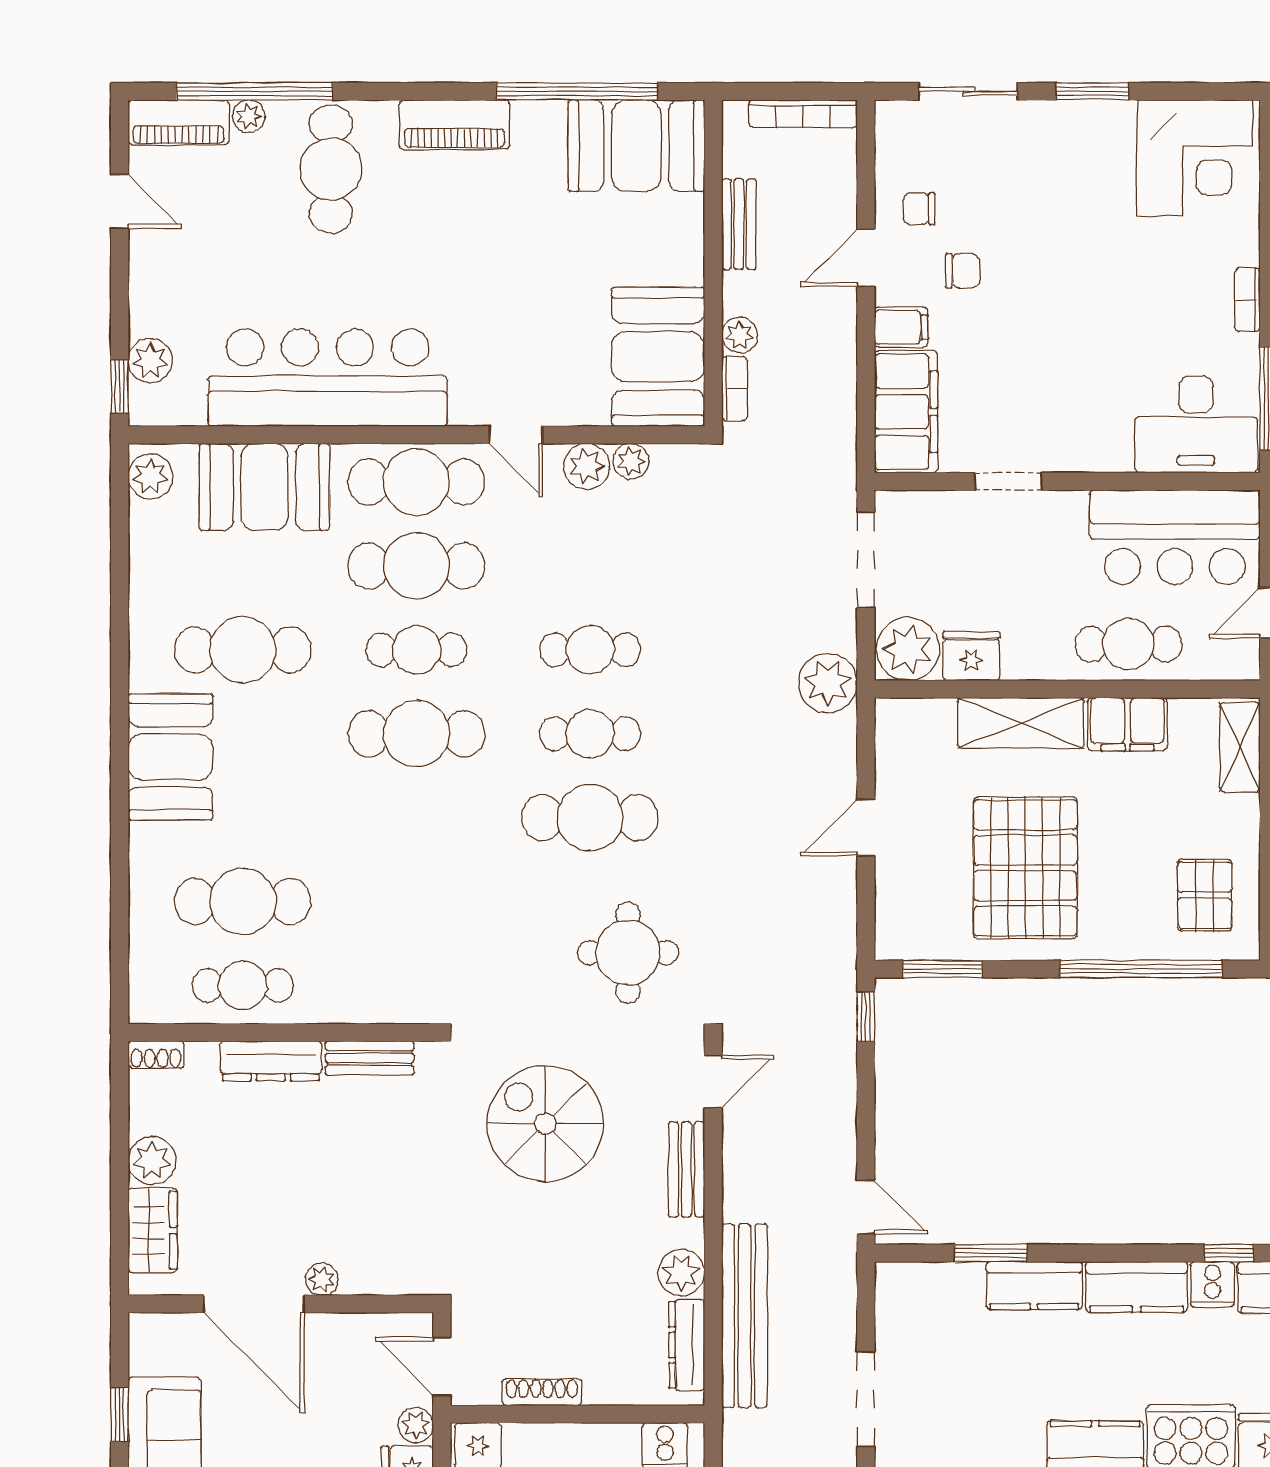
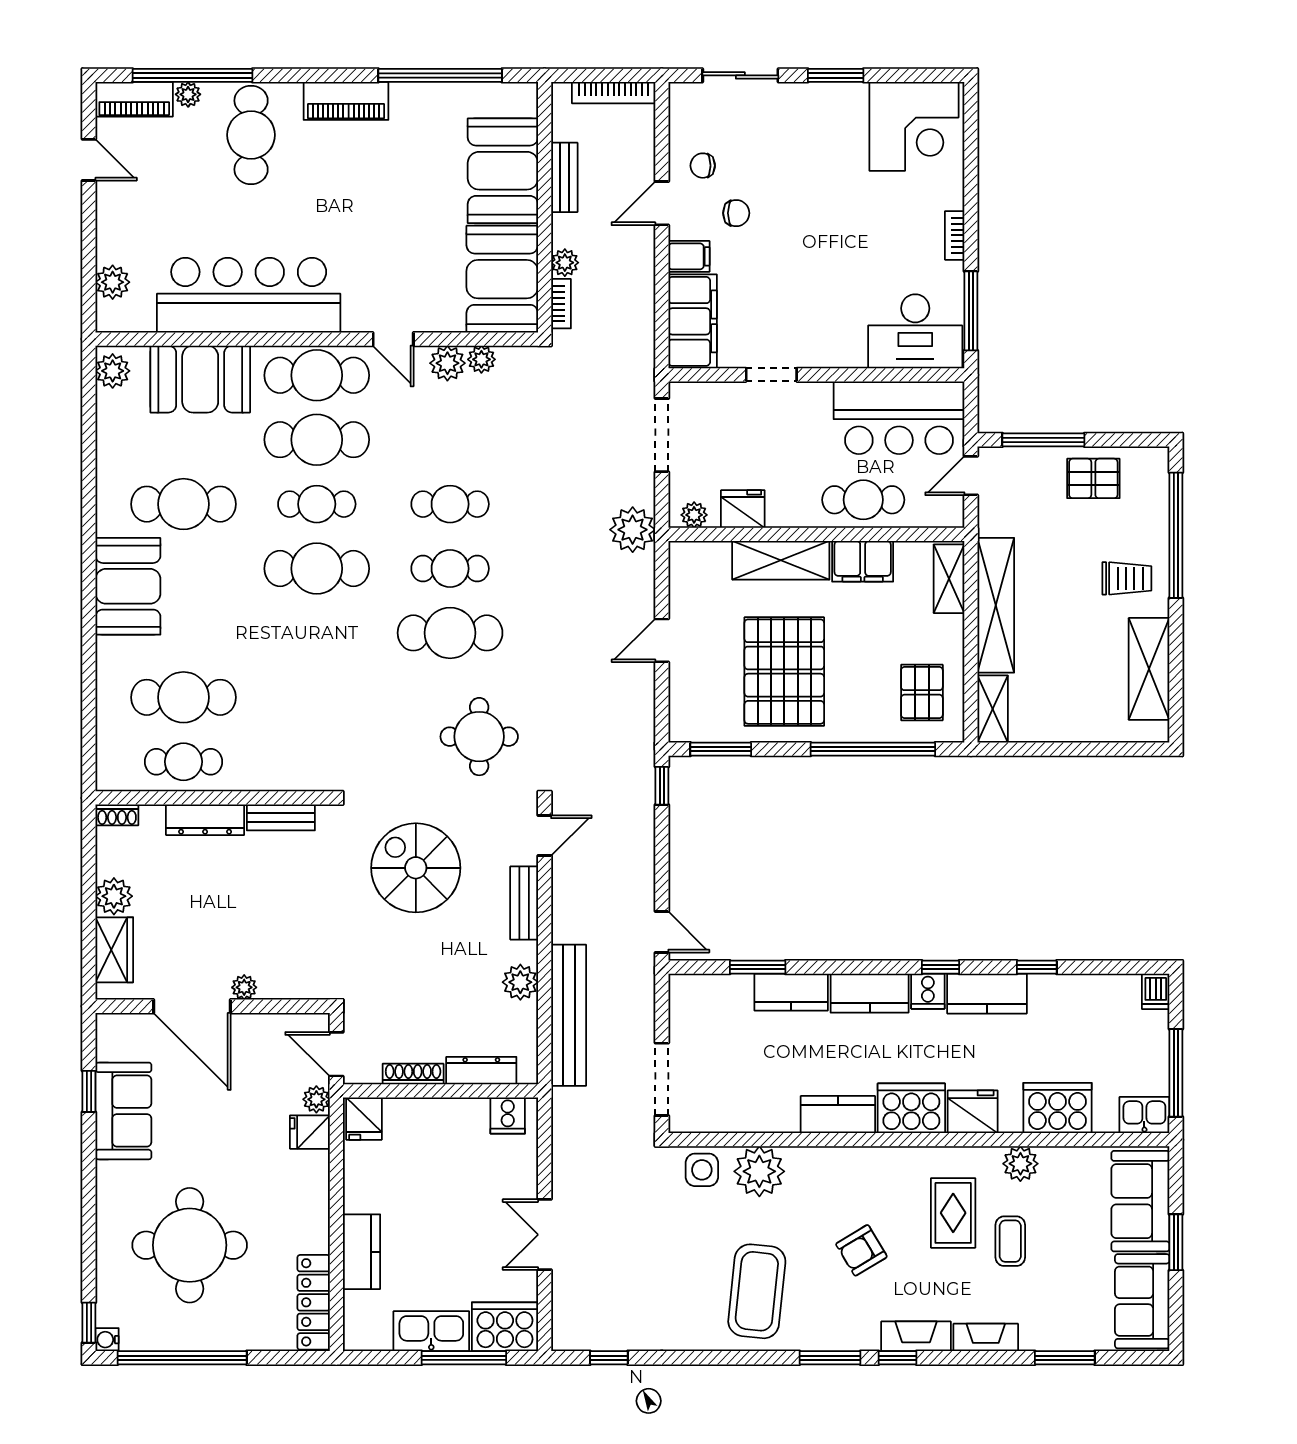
booth: (636, 146) -> (503, 171), moved, turned 90
window: (120, 386) -> (89, 302), removed
plant: (908, 649) -> (694, 515), width x0.53, depth x0.53
dresser: (687, 1345) -> (481, 1071), moved, turned 90

